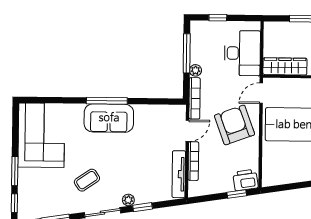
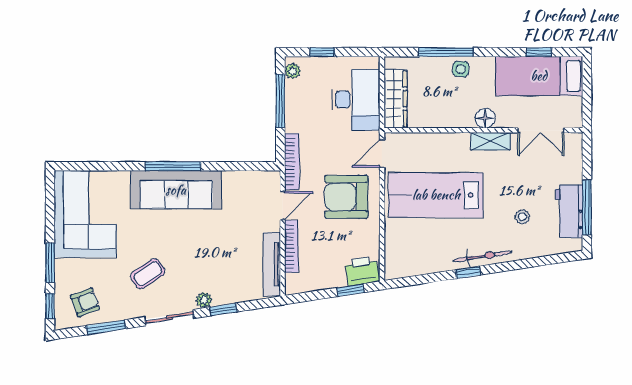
wardrobe: (285, 66) -> (395, 99), moved, turned 90
plant: (195, 70) -> (293, 71), moved
sofa: (109, 118) -> (176, 190), width x1.36
armchair: (235, 125) -> (346, 197), turned -70
armchair: (40, 201) -> (85, 302), added

